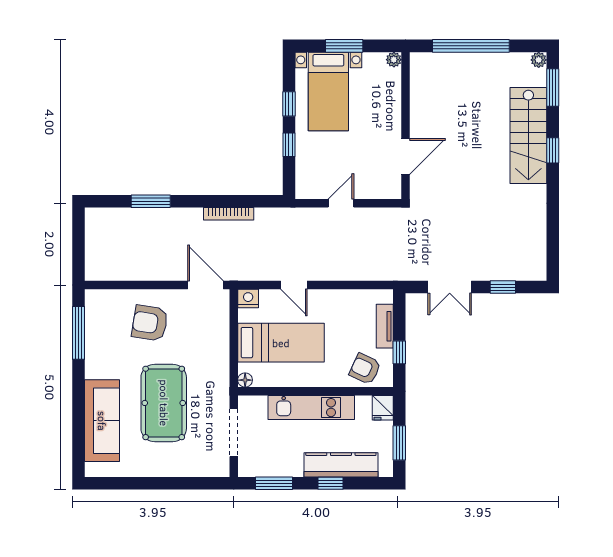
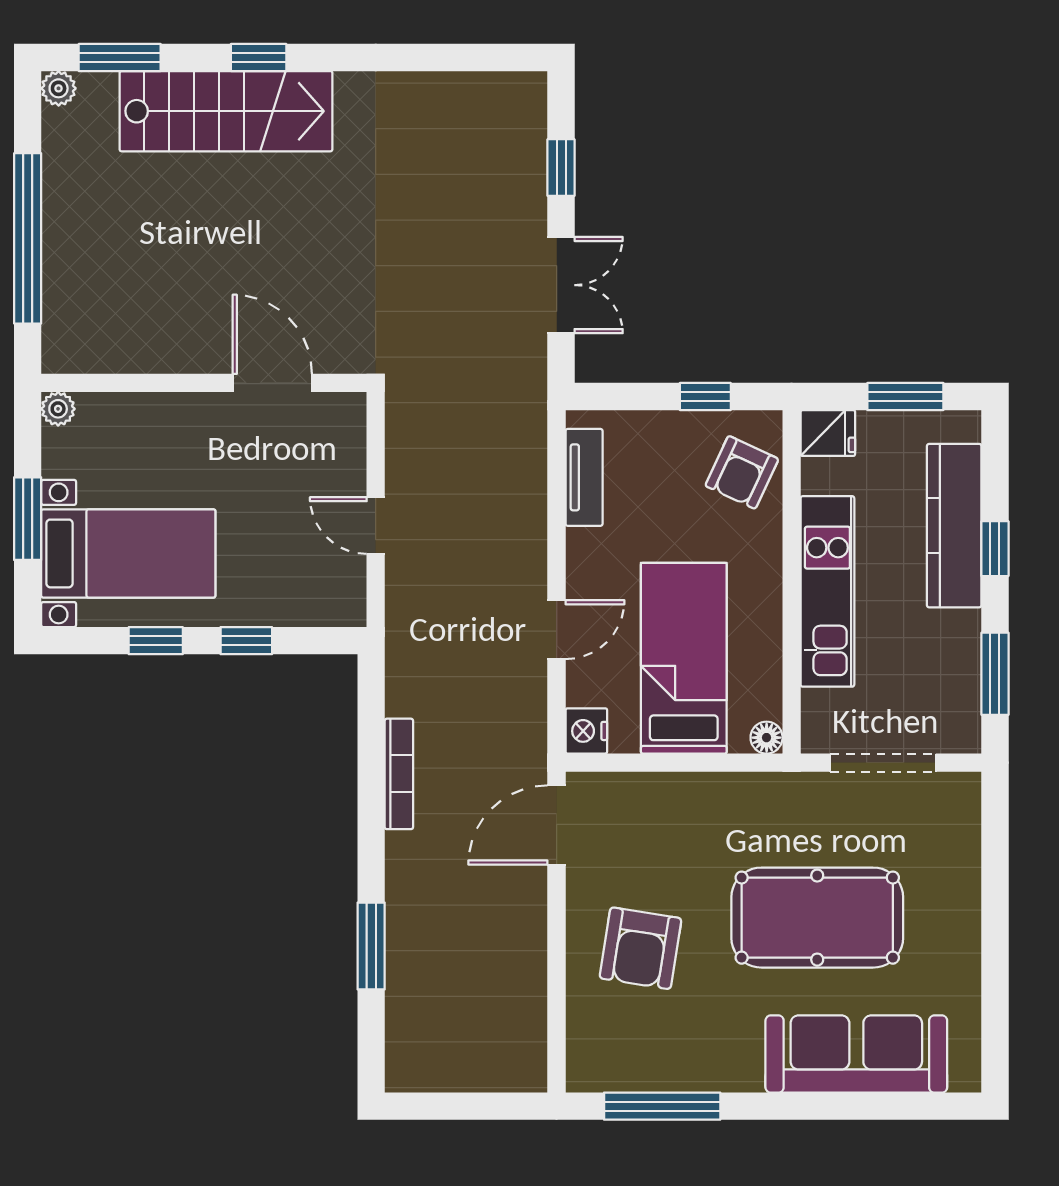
tv unit: (385, 326) -> (584, 477), moved, turned -90

